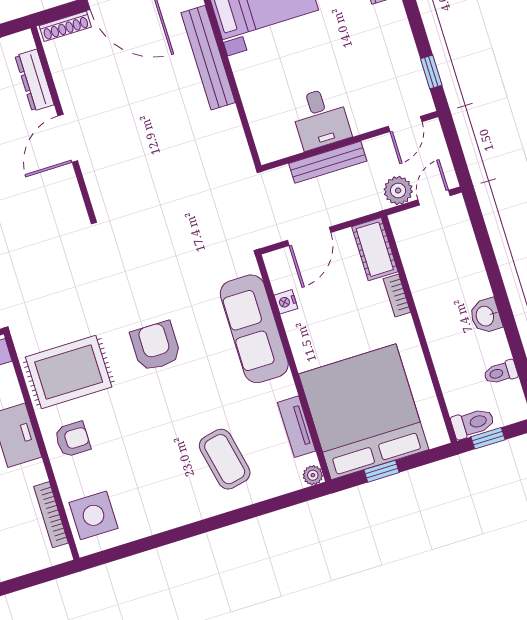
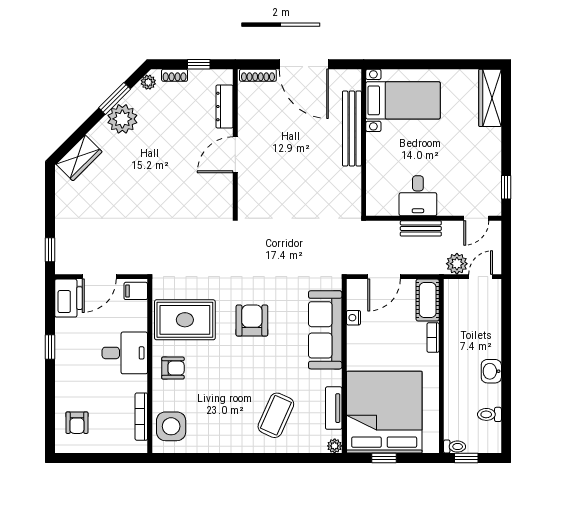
bench: (328, 162) -> (421, 228), width x0.73
toilet: (473, 423) -> (455, 447), width x0.73, depth x0.72
coffee table: (225, 459) -> (276, 415), turned 36

